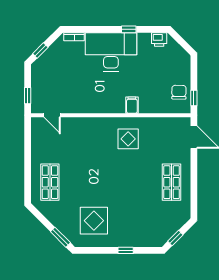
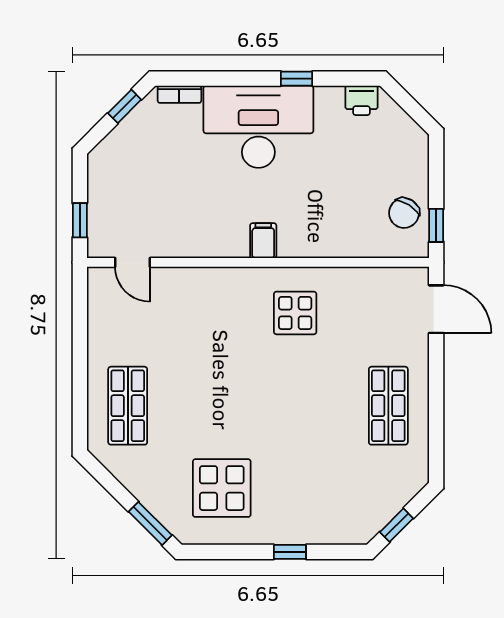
window: (40, 51) -> (125, 106), moved
chair: (179, 92) -> (404, 213), turned -148
filing cabinet: (132, 105) -> (263, 241), moved

